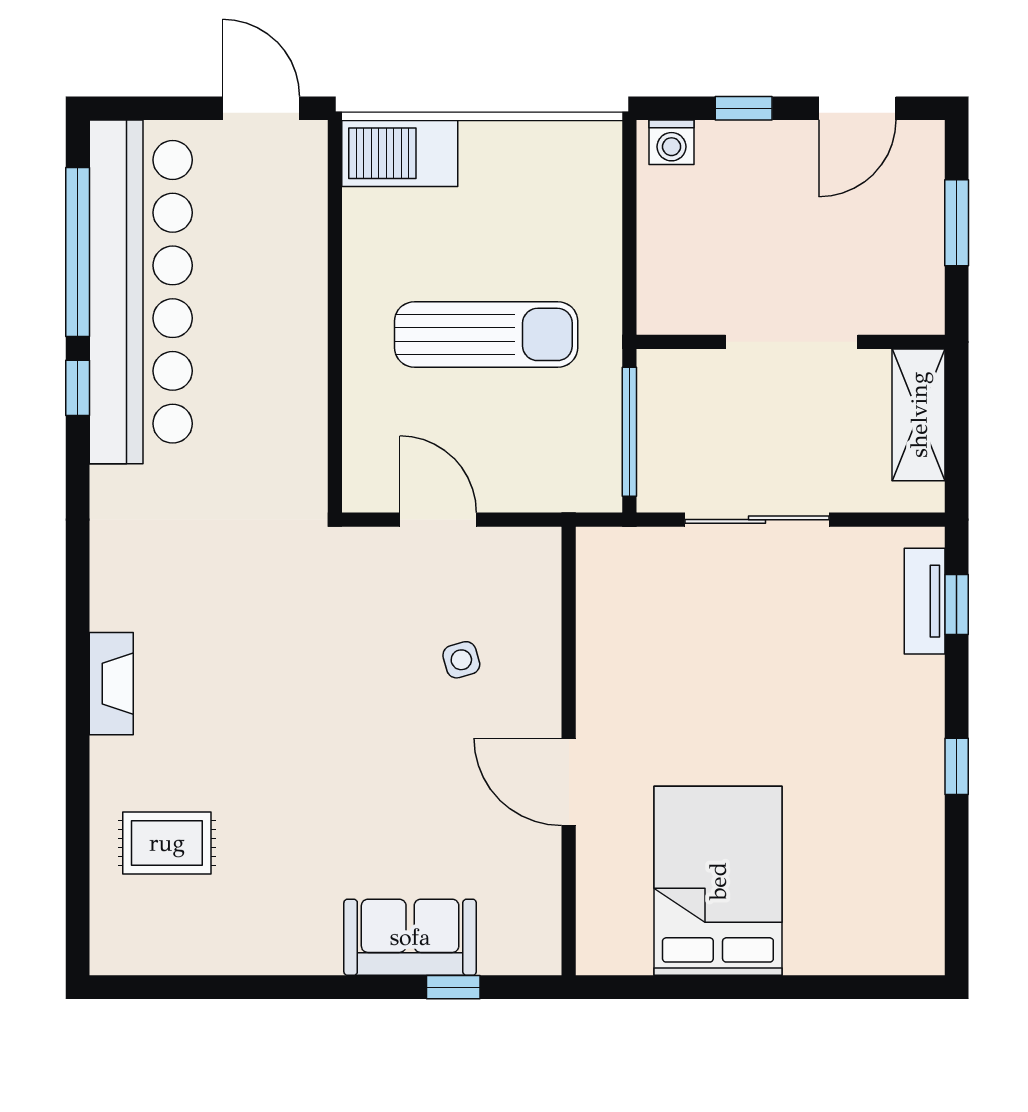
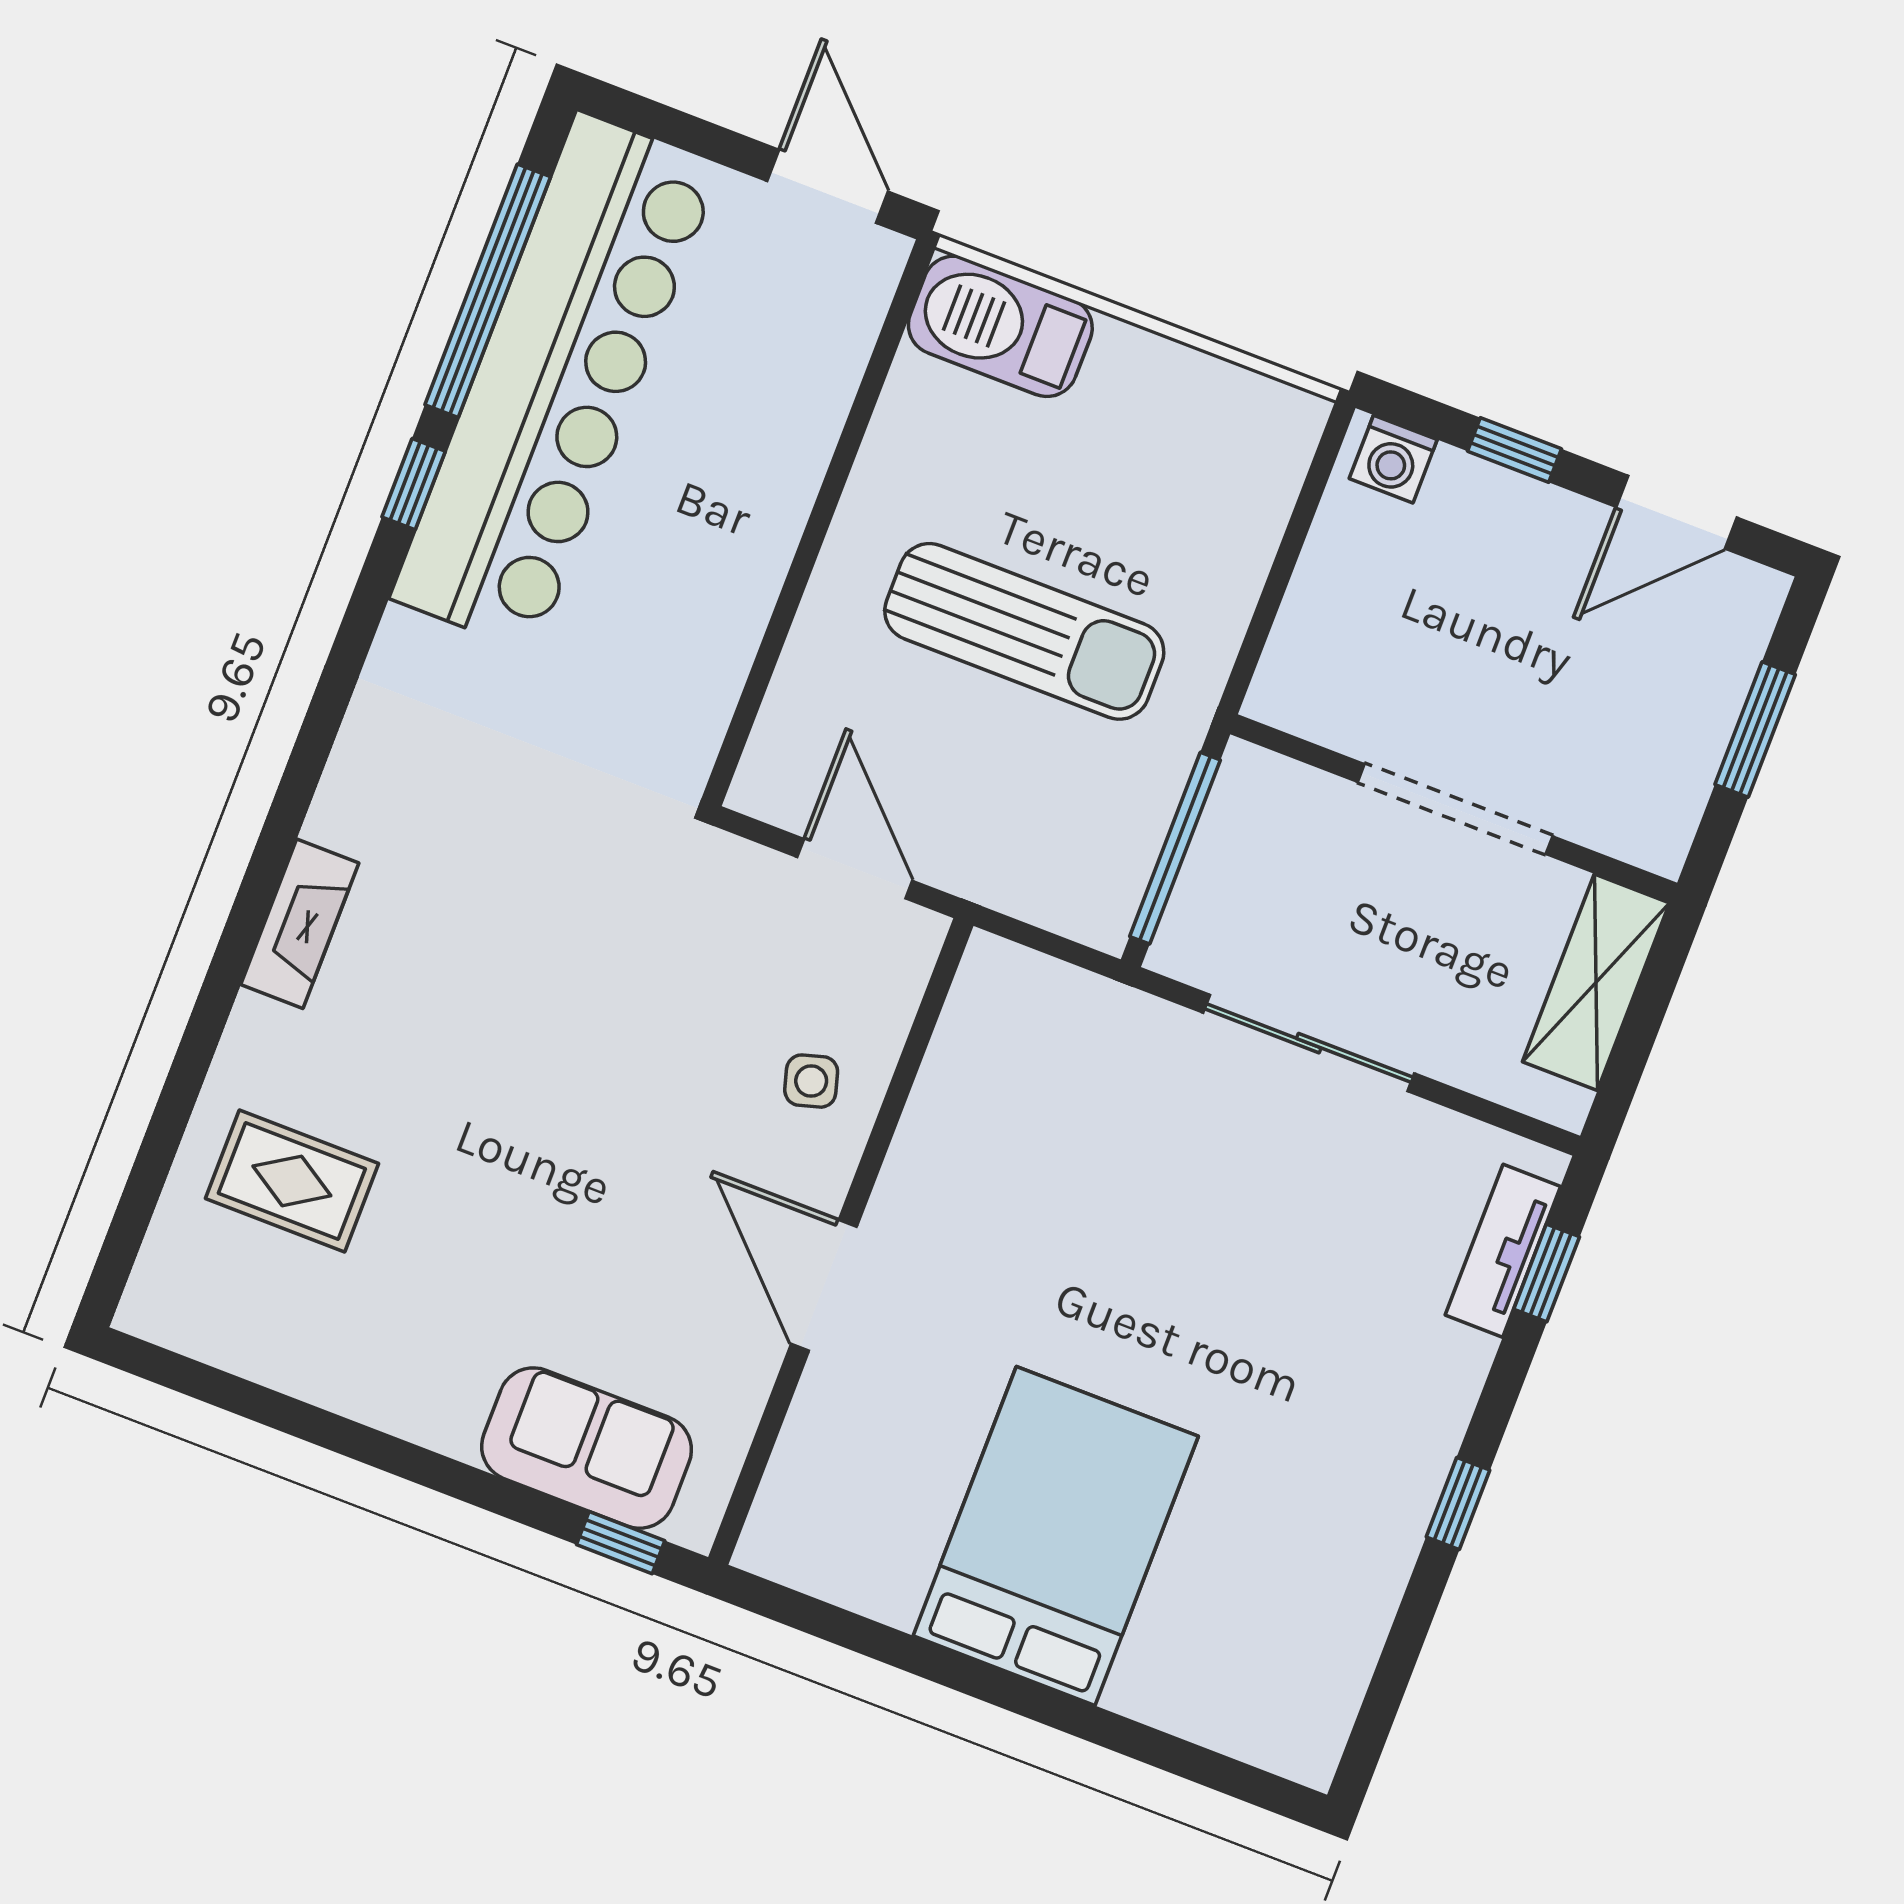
wall: (569, 751) -> (841, 1241), moved
door: (569, 782) -> (824, 1285), moved

